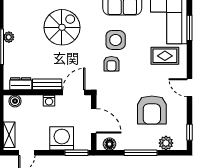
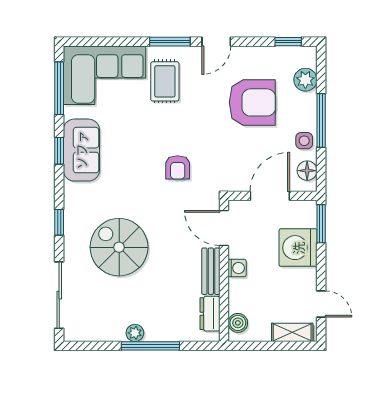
window: (190, 28) -> (170, 42), moved
side table: (116, 40) -> (304, 141), moved, width x0.54, depth x0.54
armchair: (111, 64) -> (178, 167), turned 90

